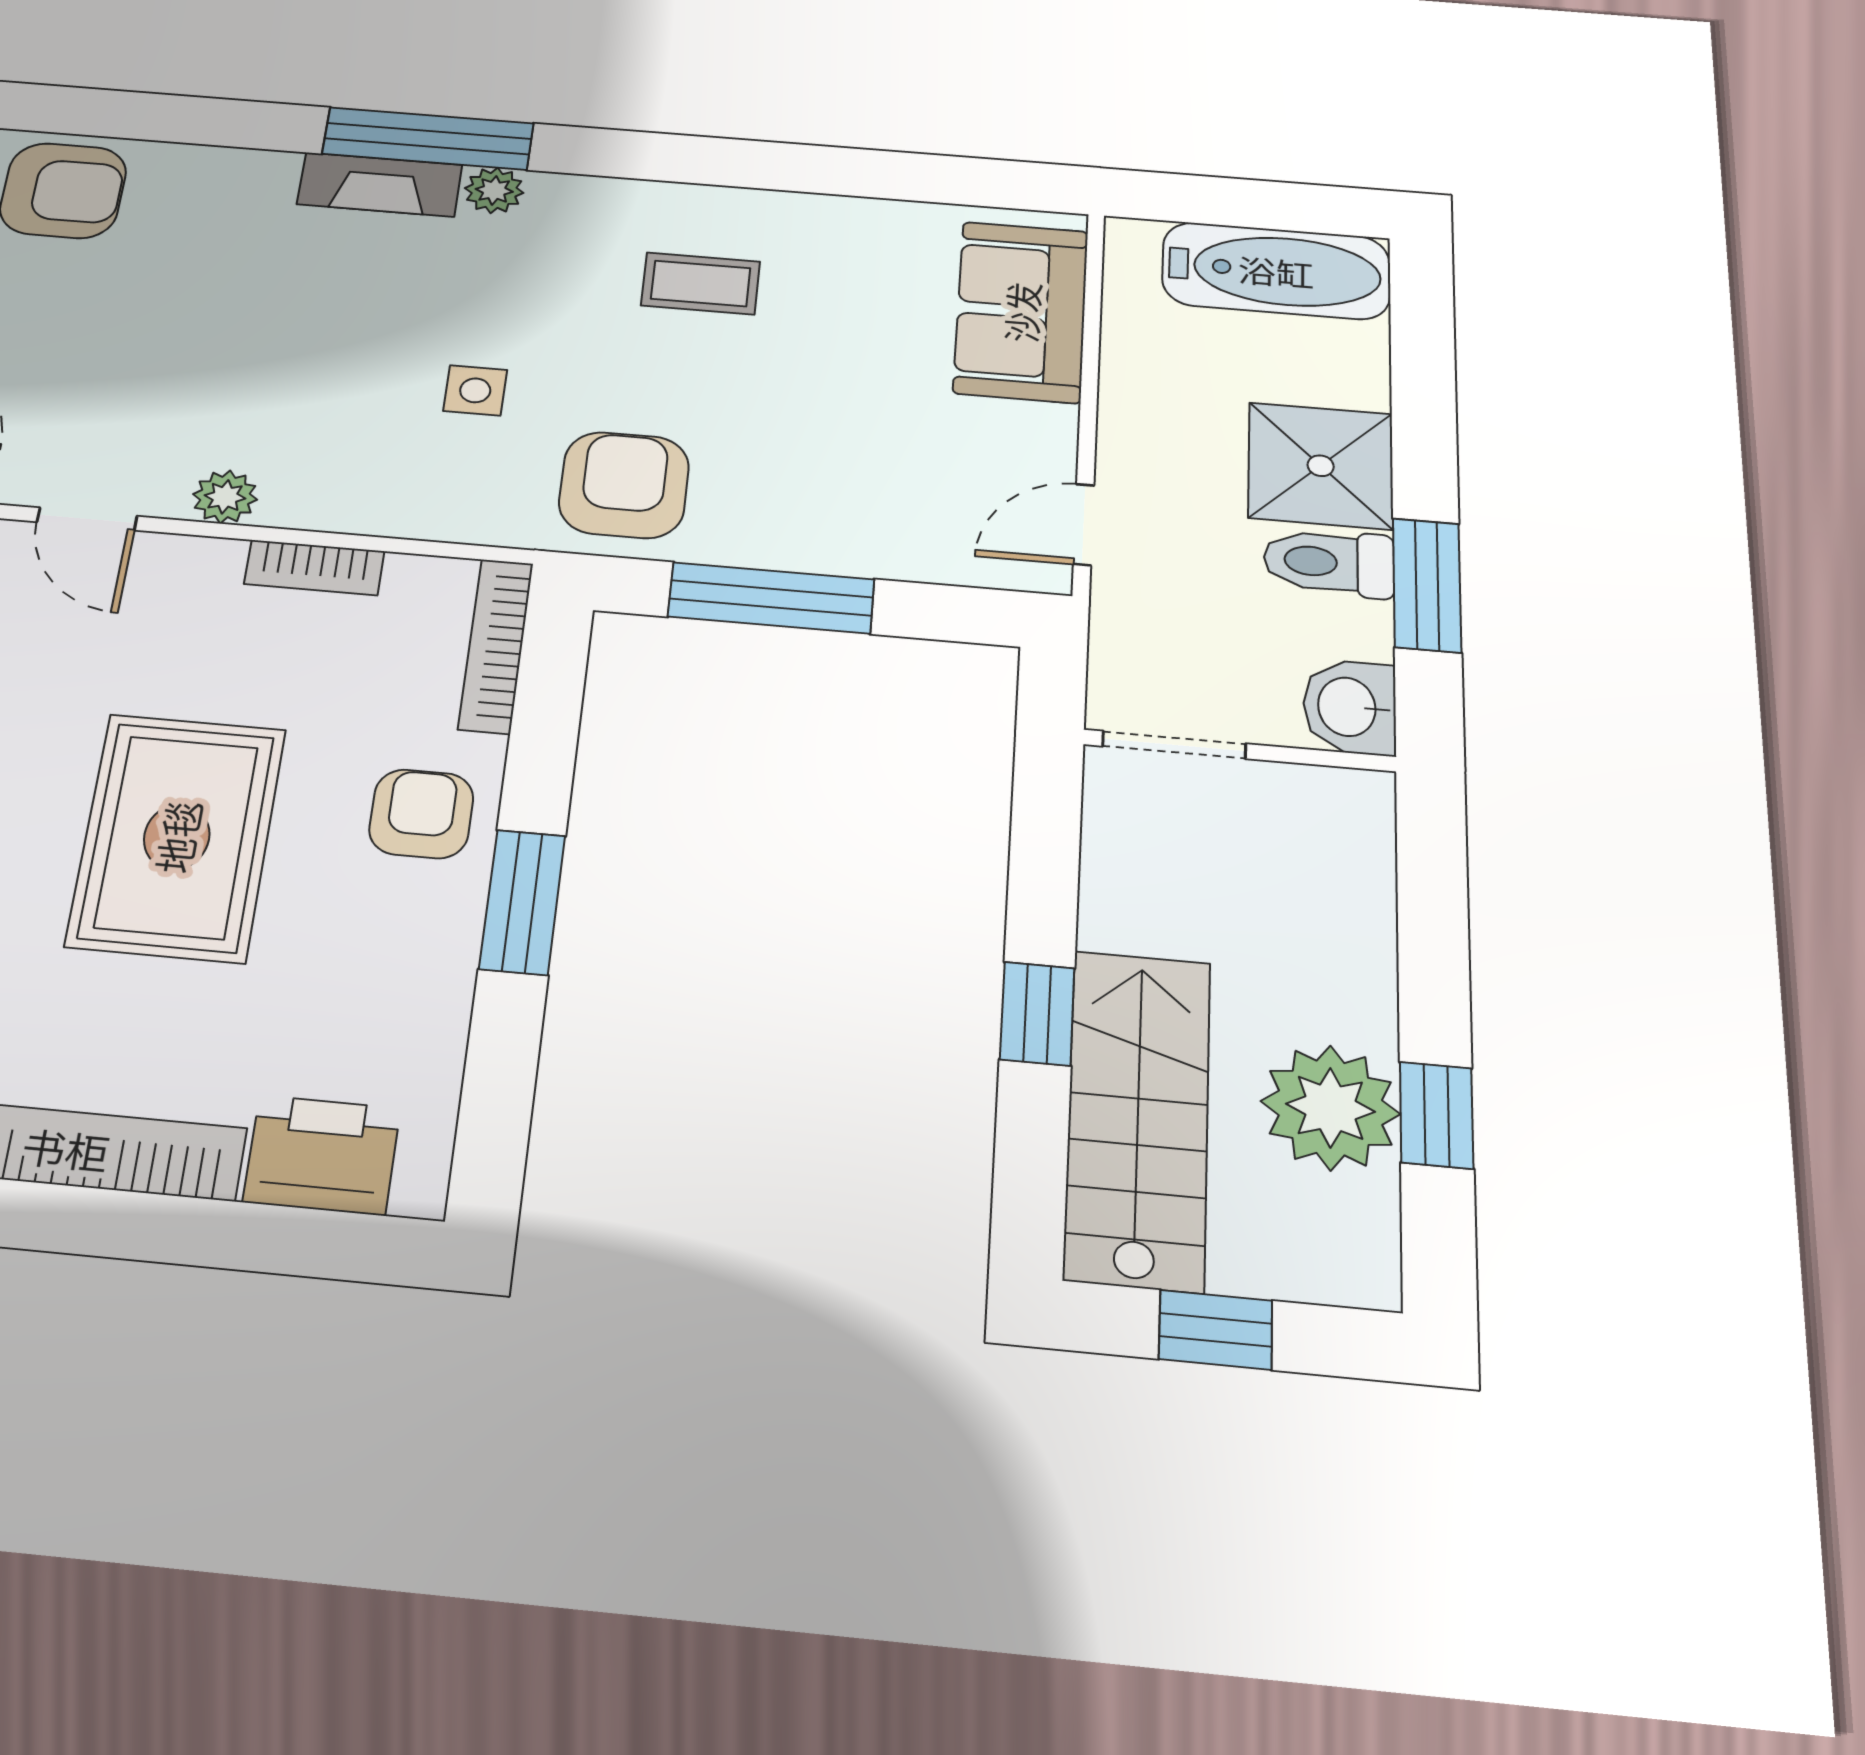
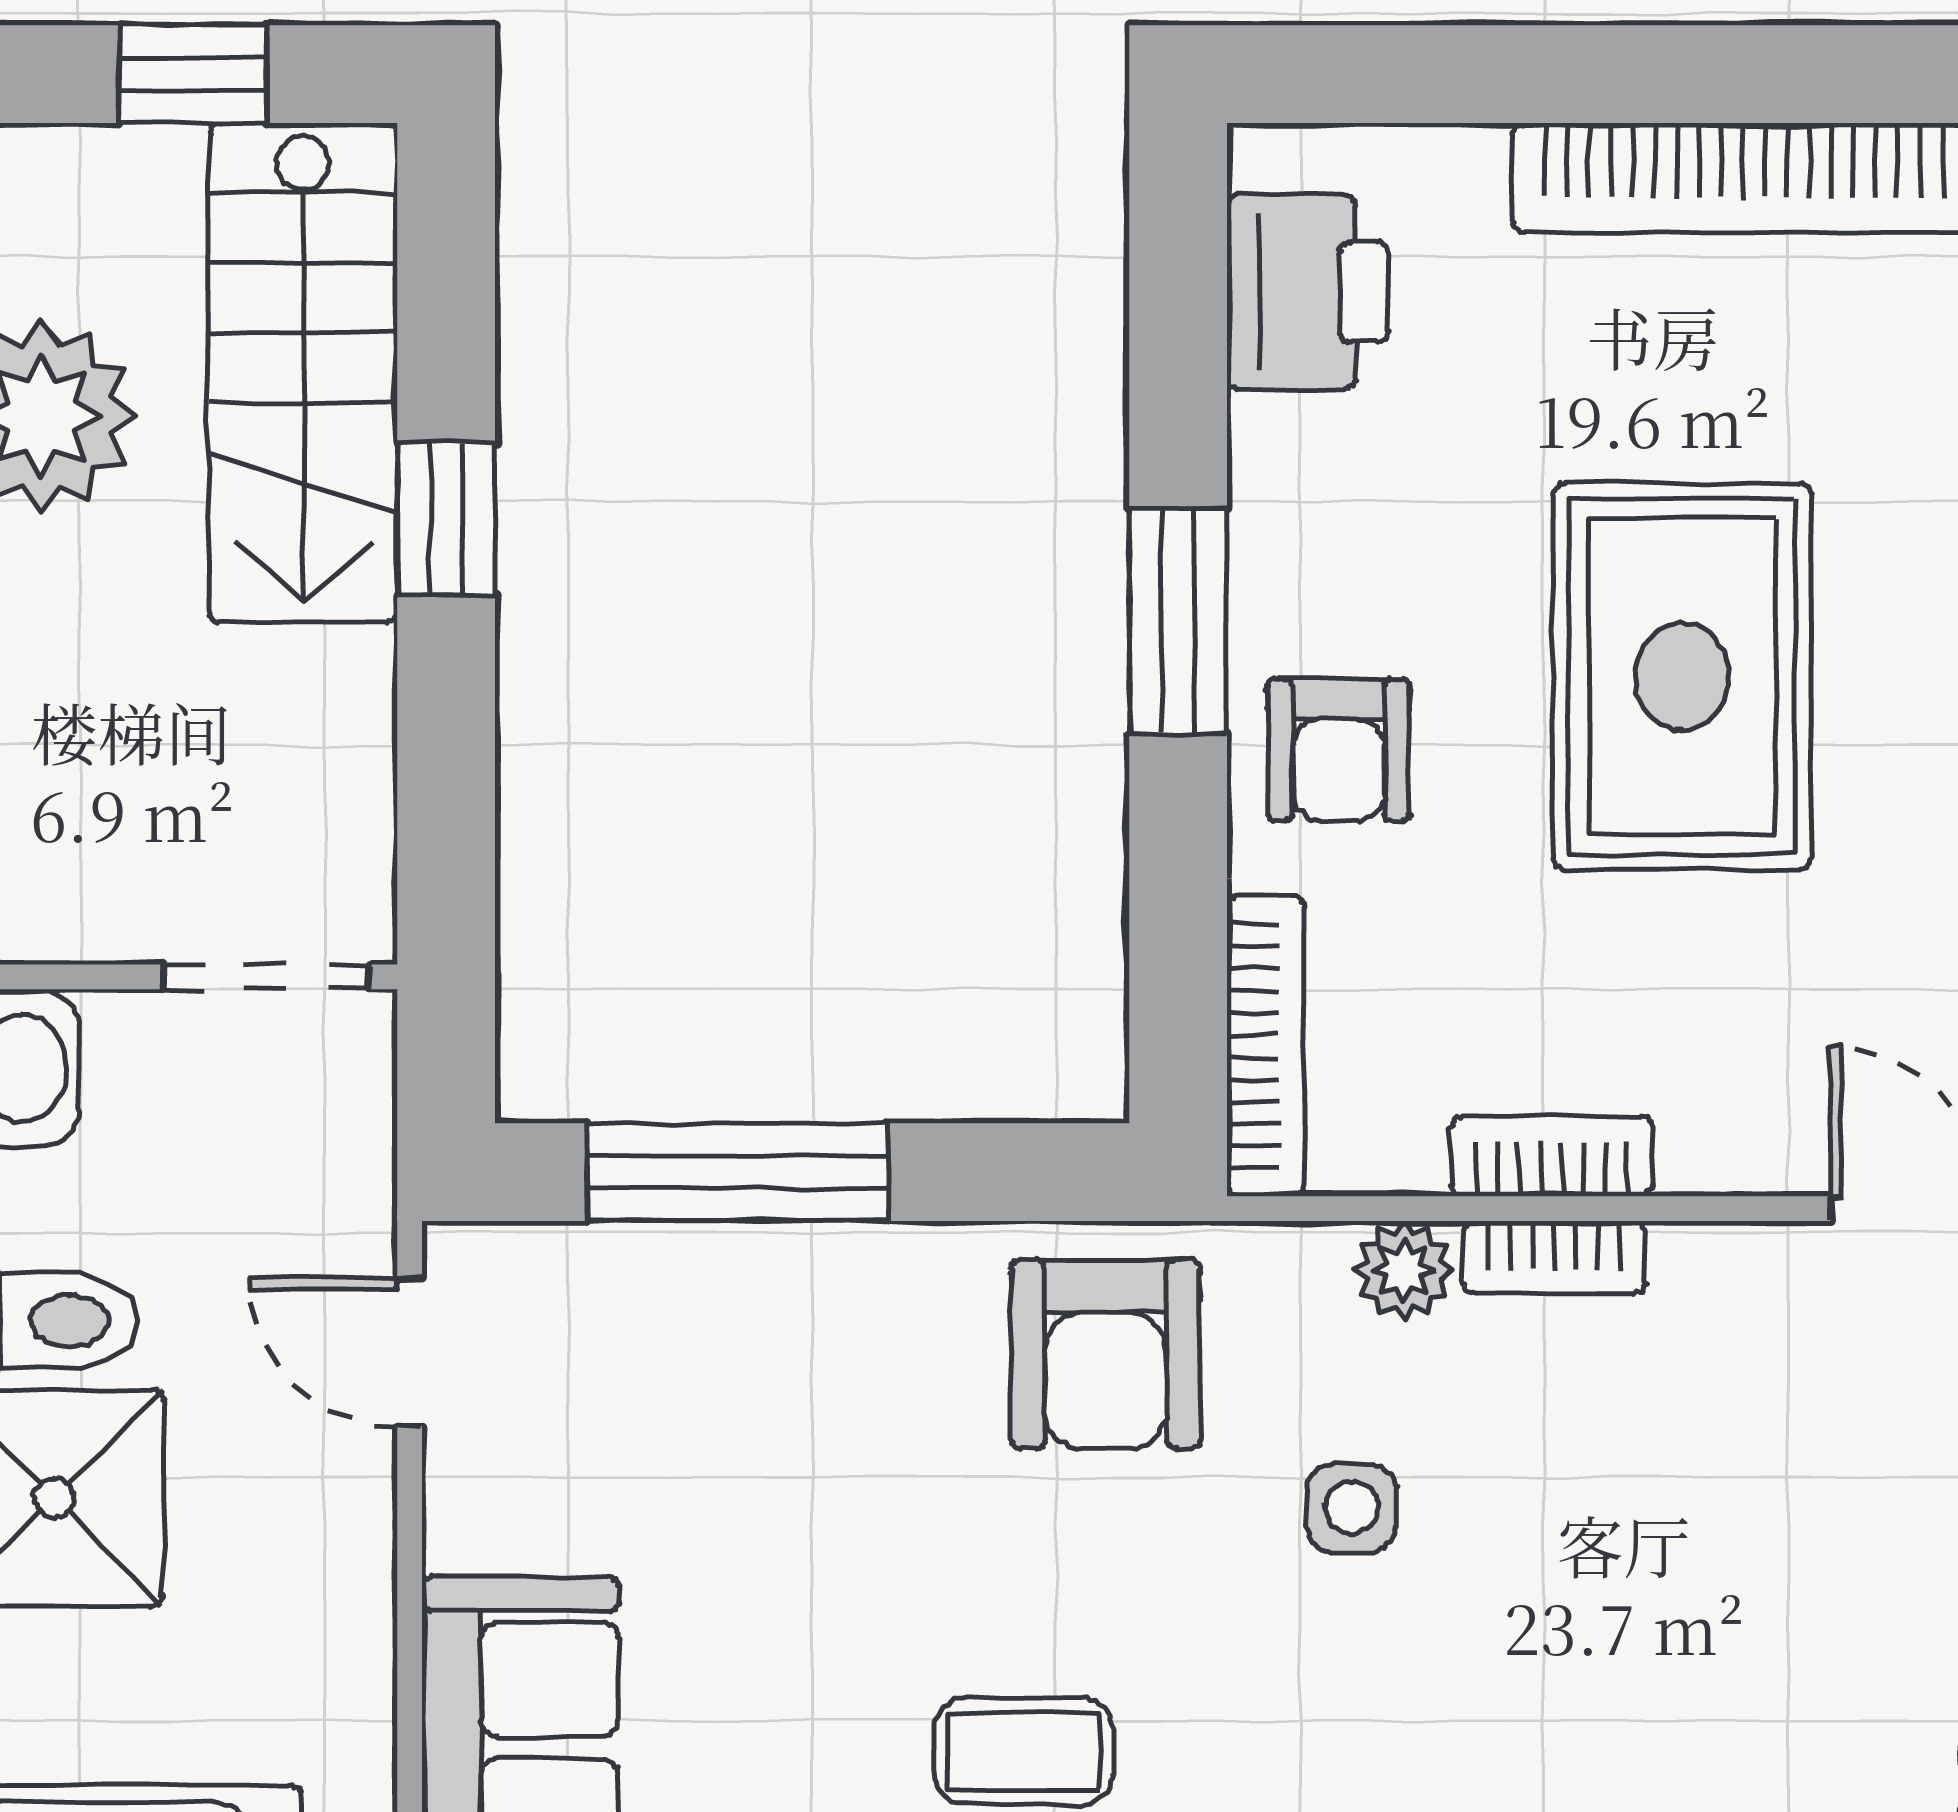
plant: (225, 497) -> (1404, 1270), moved
bookcase: (322, 512) -> (1554, 1257), added
door: (1084, 525) -> (410, 1352), swing flipped
window: (771, 598) -> (738, 1172), moved
printer: (322, 1155) -> (1307, 292), moved, turned -90

